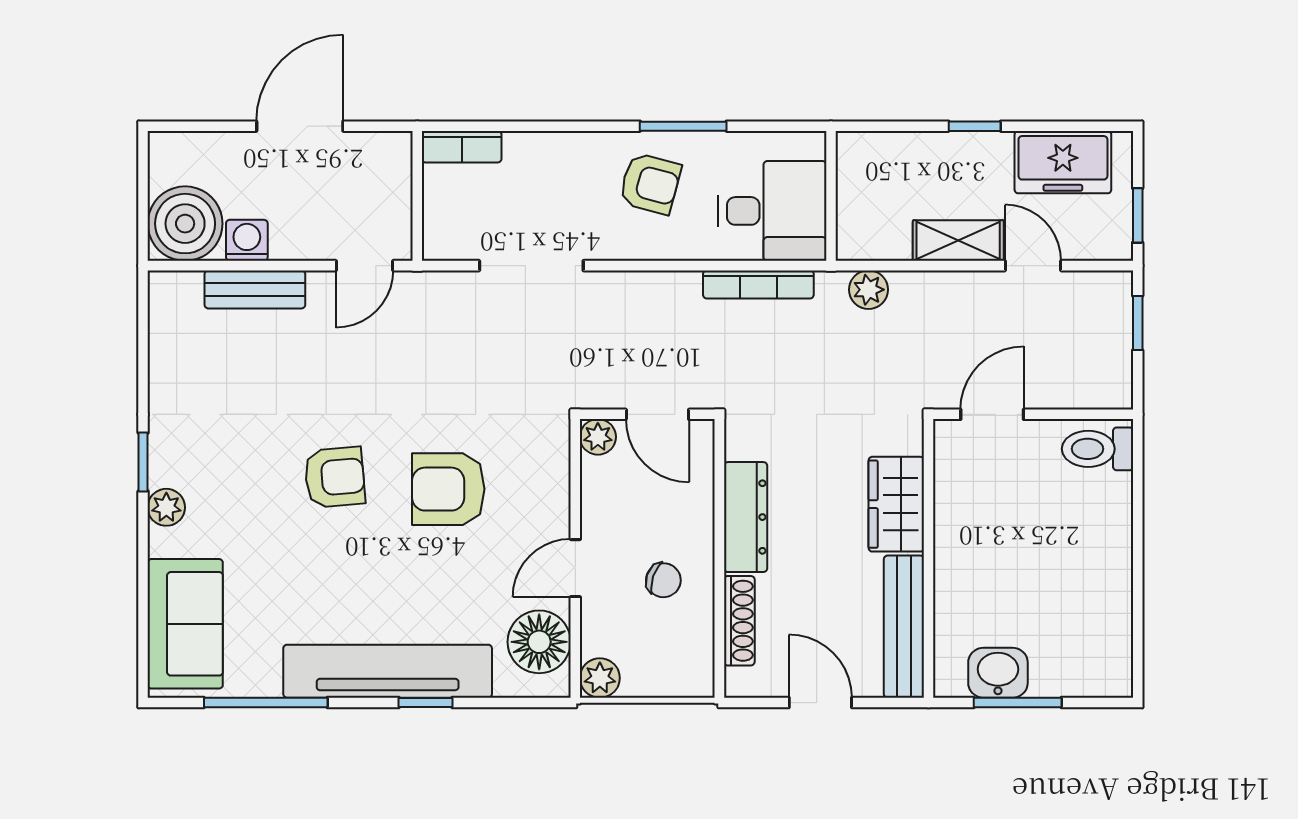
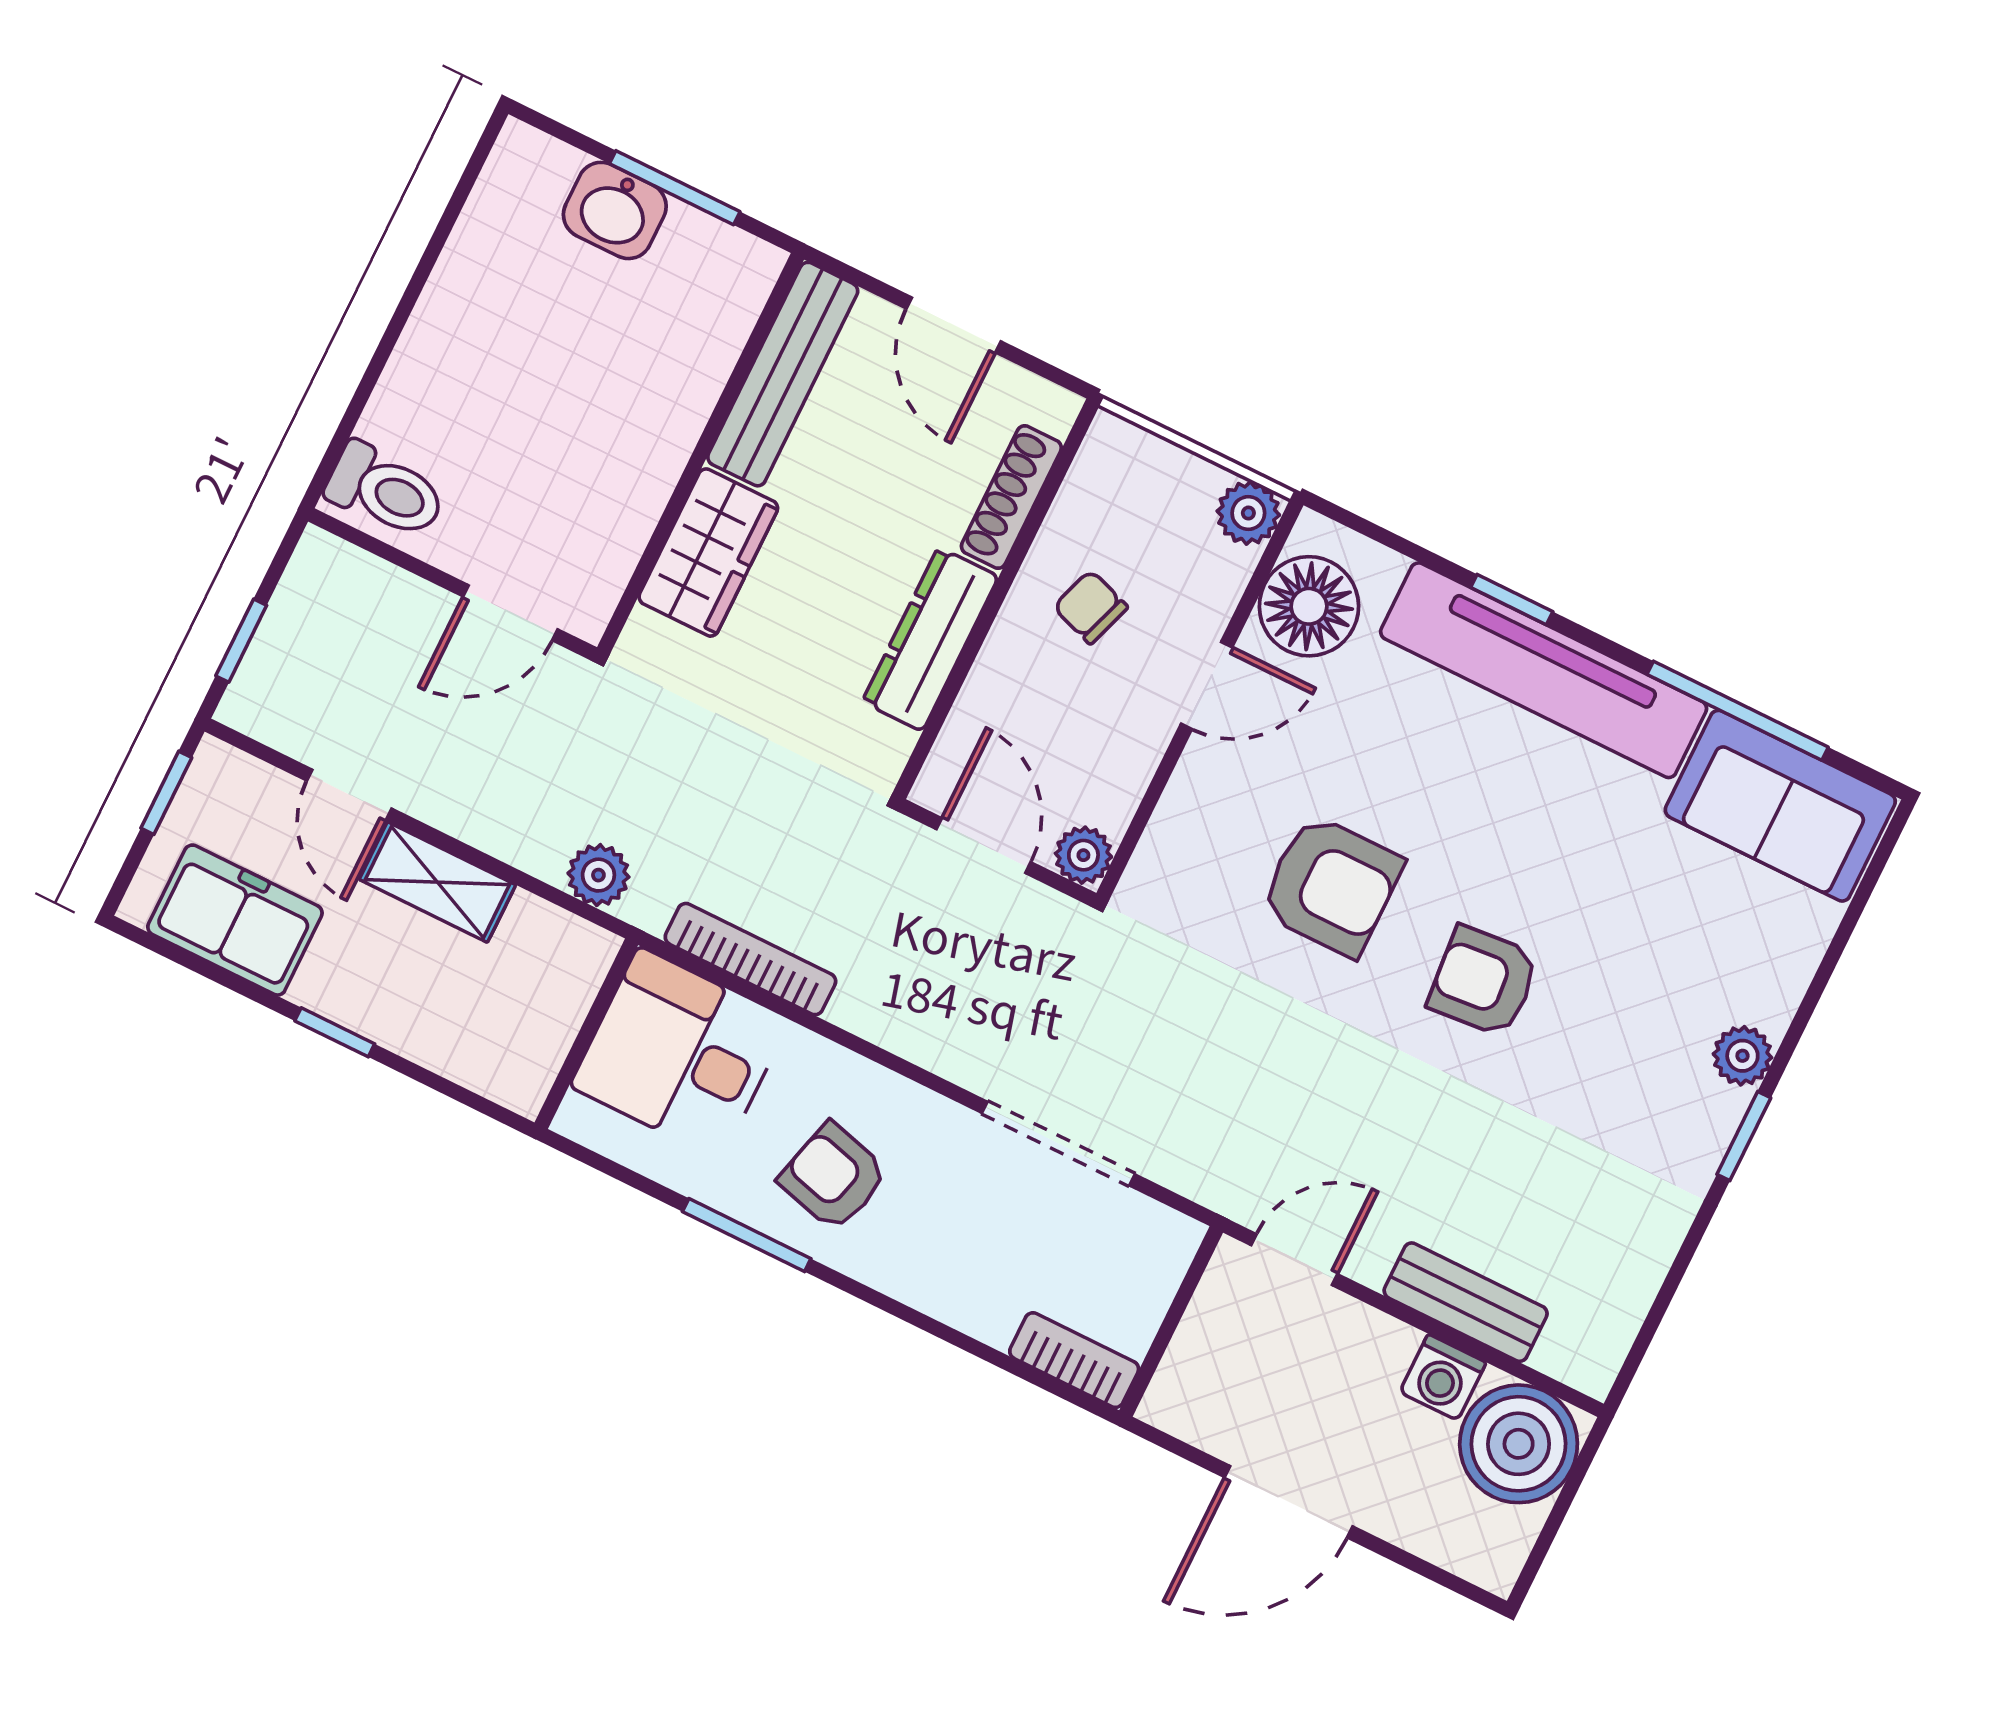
sofa: (185, 624) -> (1780, 806), moved, turned -90
washbasin: (998, 673) -> (615, 210), moved

